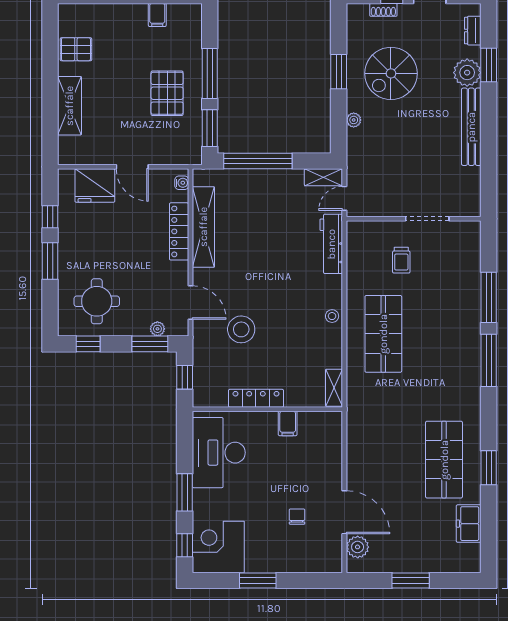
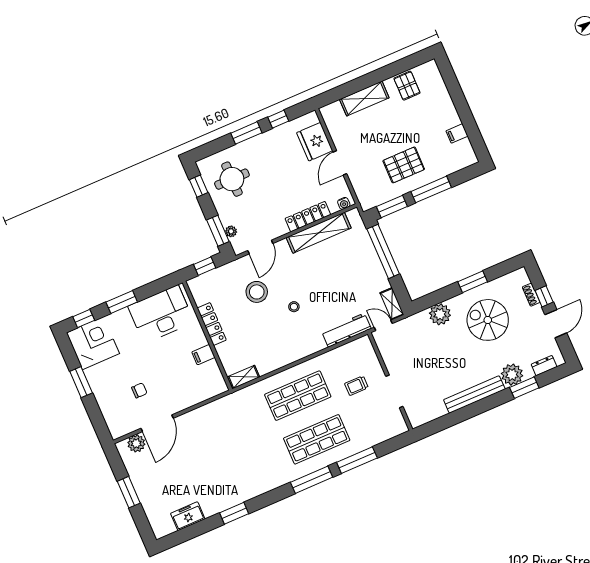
plant: (354, 120) -> (440, 314), width x1.88, depth x1.88
stool: (332, 316) -> (294, 307), moved
shop shelf: (444, 460) -> (317, 439), moved

